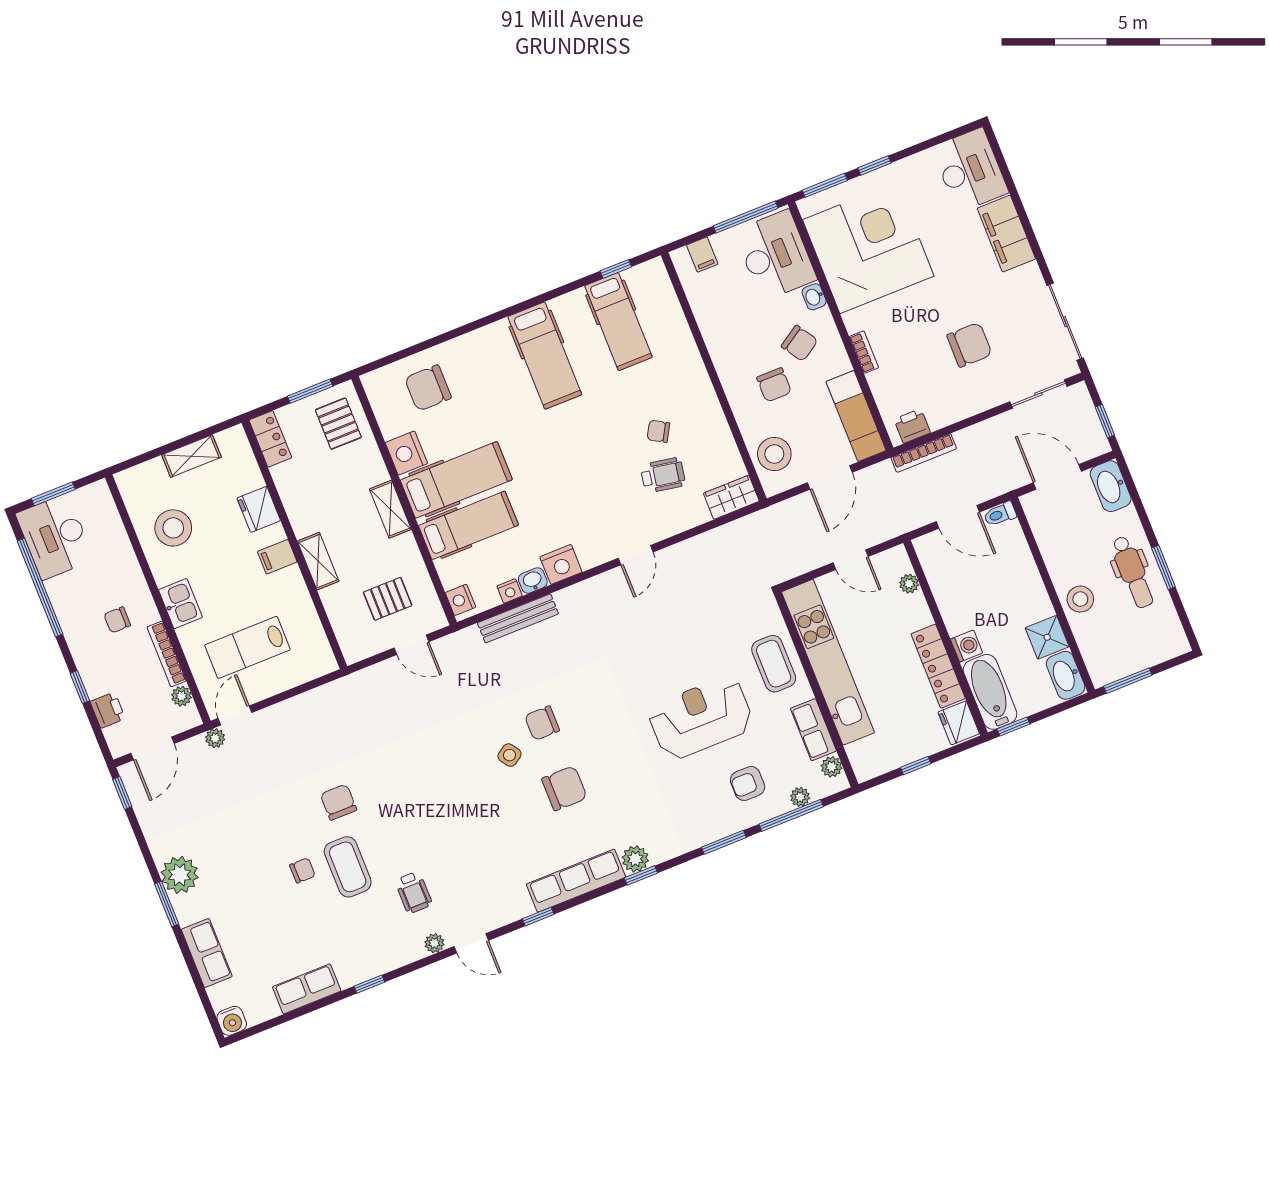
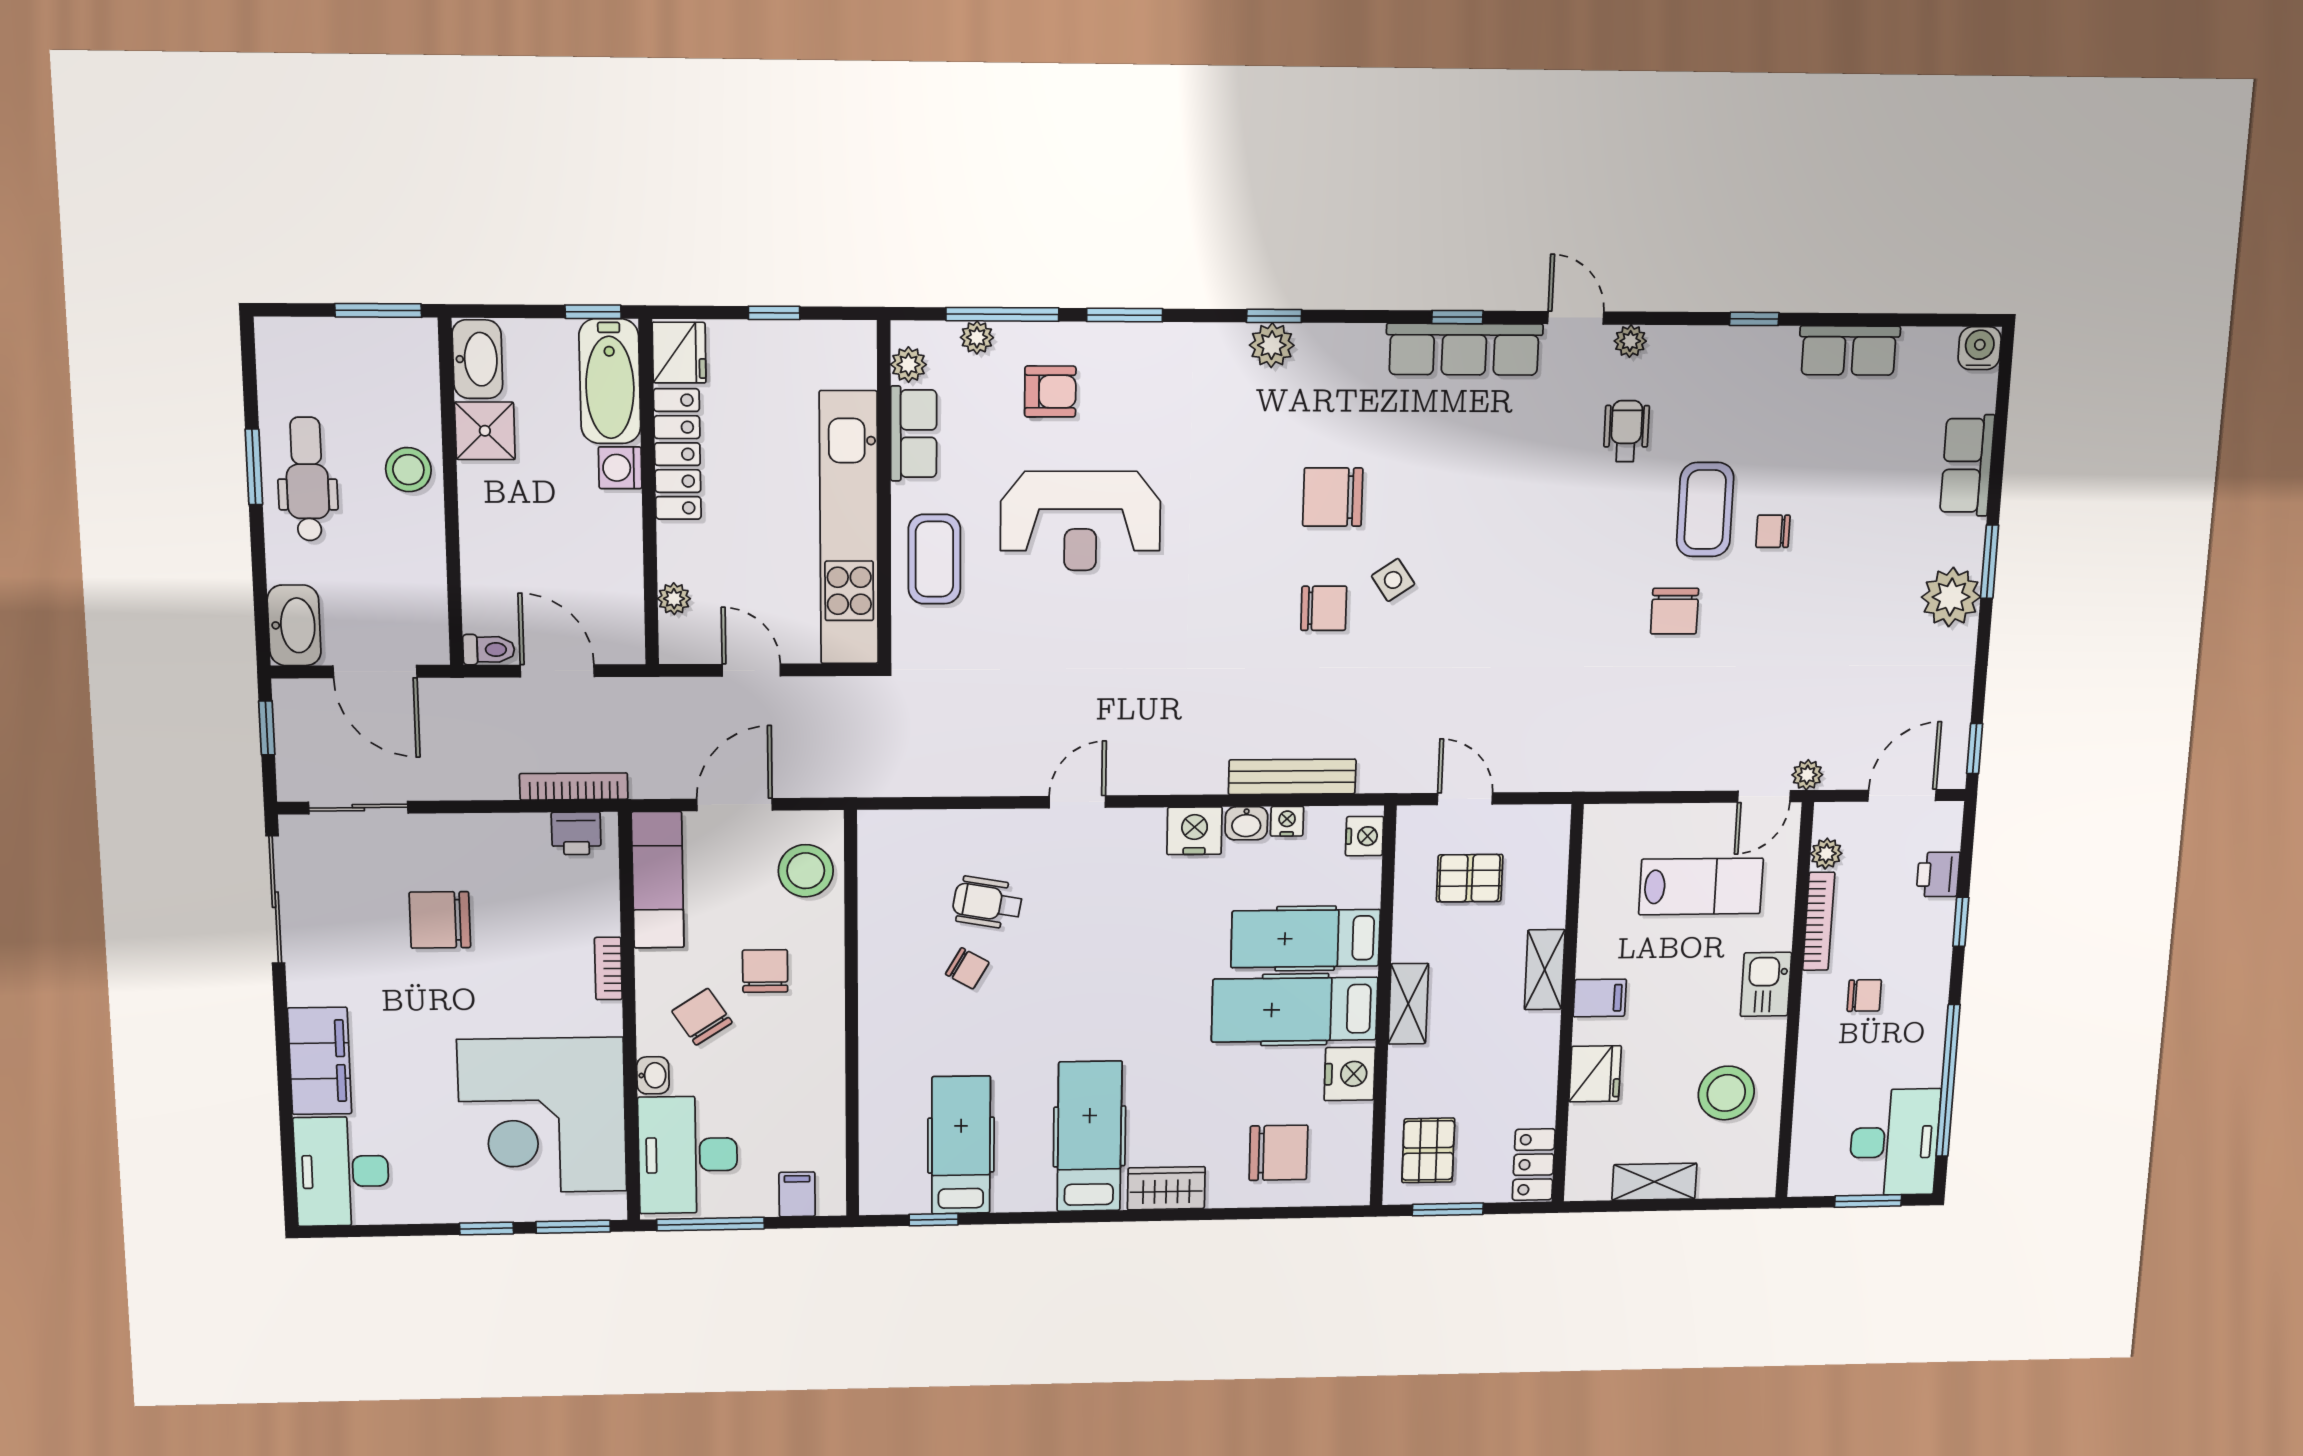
wardrobe: (731, 497) -> (1166, 1188), moved, turned 180
row of seats: (576, 881) -> (1464, 349), moved

